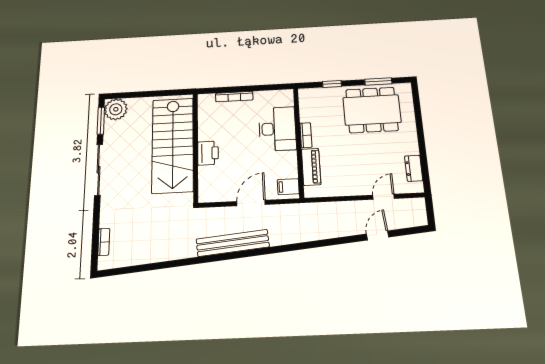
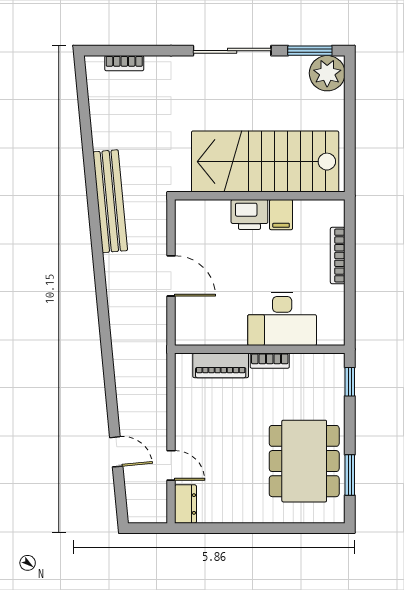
window: (332, 84) -> (350, 382), moved
dresser: (414, 168) -> (185, 504), moved, turned 90
filing cabinet: (288, 187) -> (281, 215), moved, turned 180
bench: (233, 243) -> (110, 201), moved

